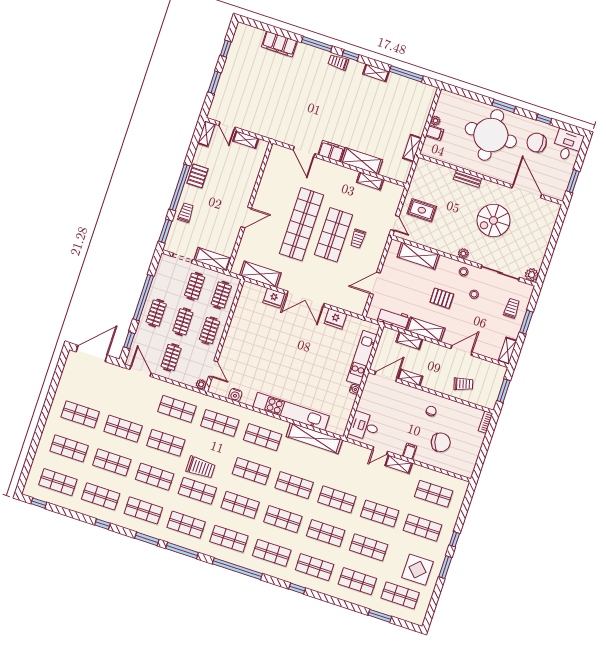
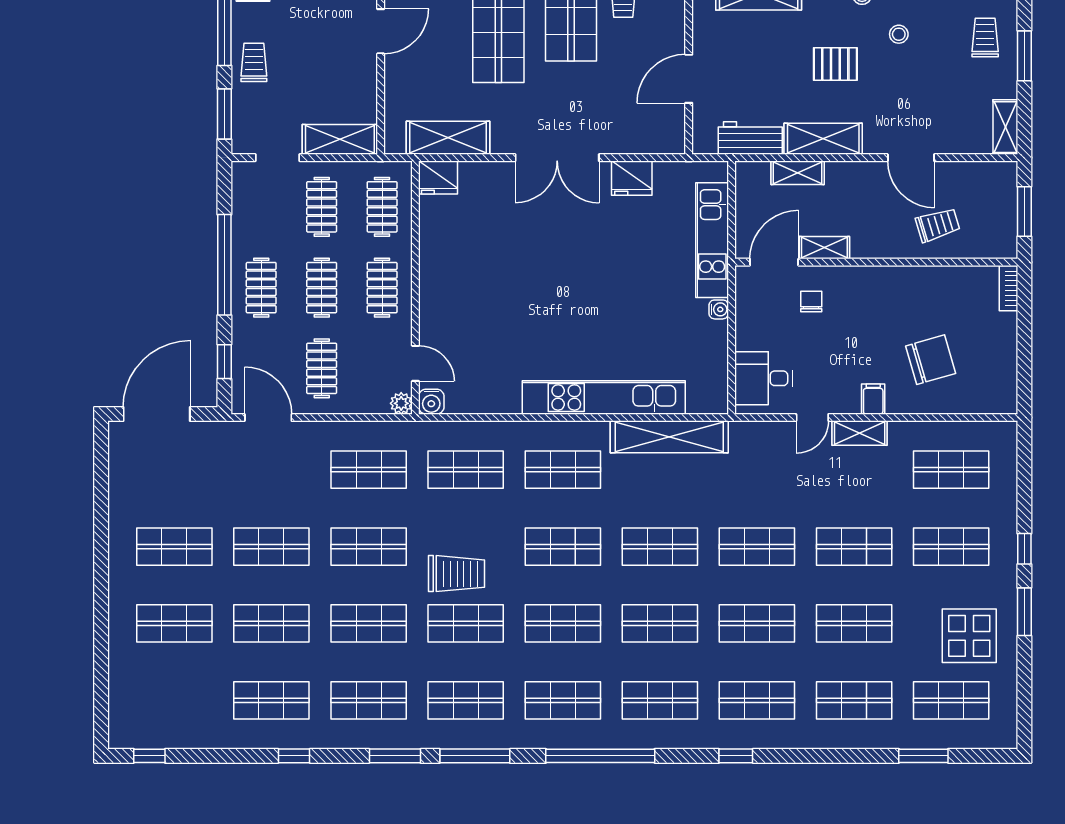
fridge: (274, 298) -> (438, 178), moved
door: (461, 350) -> (911, 158), swing flipped
water cooler: (235, 395) -> (431, 402), moved
chair: (431, 411) -> (811, 302), moved
shop shelf: (58, 482) -> (174, 700), removed

